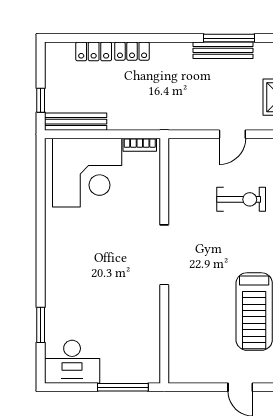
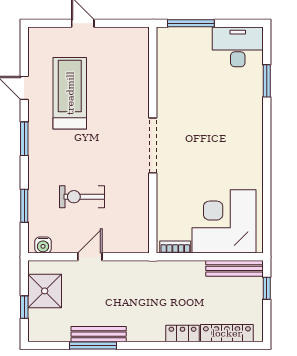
locker: (94, 51) -> (227, 333), width x1.53

